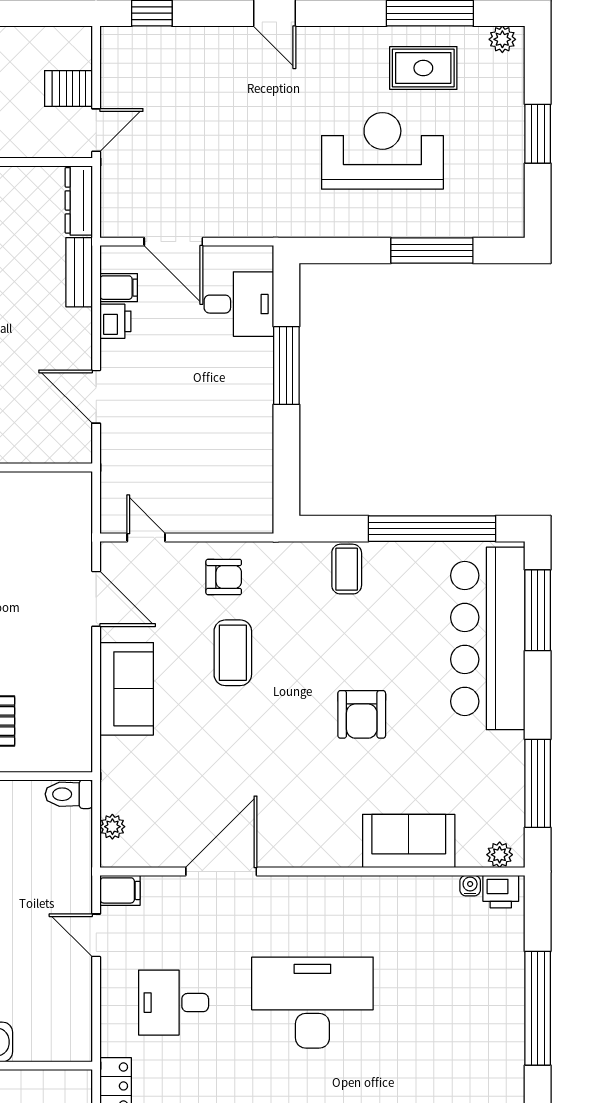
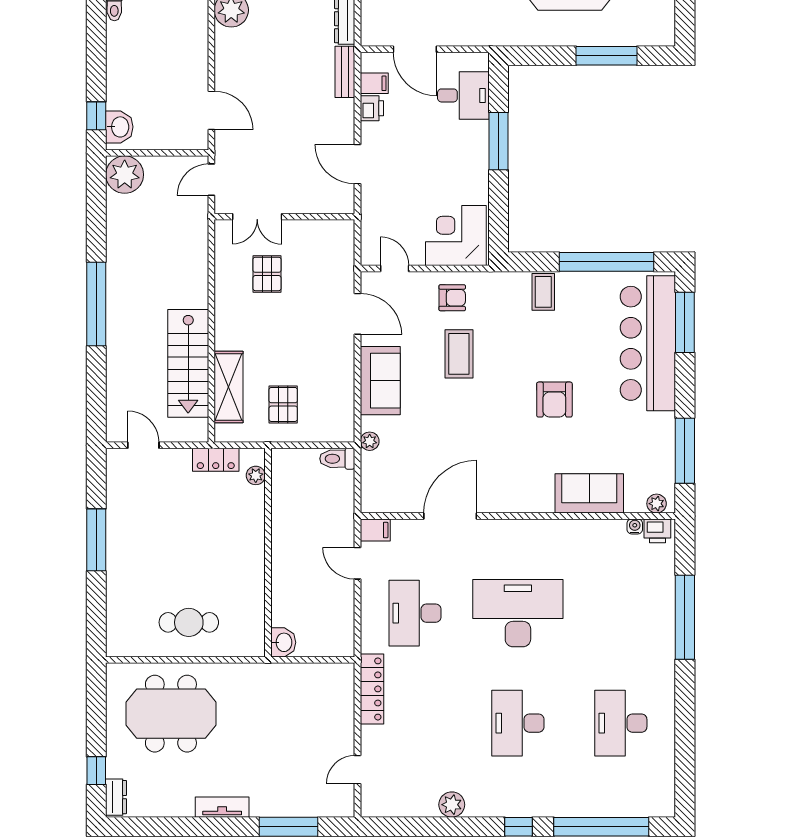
corner desk: (229, 493) -> (456, 235), added
plant: (112, 827) -> (370, 441), moved
desk: (174, 1003) -> (415, 613), width x1.37

